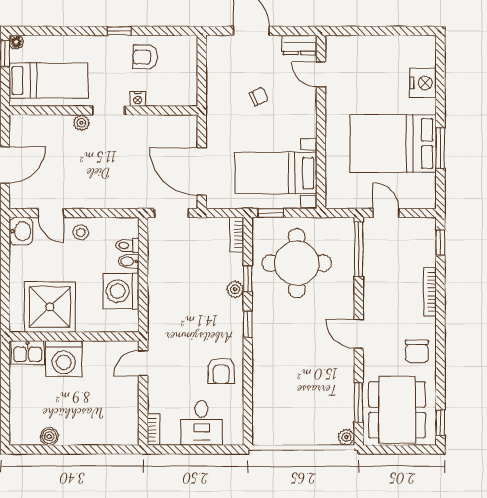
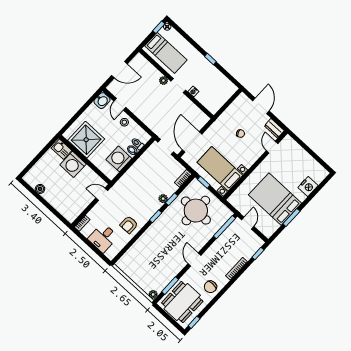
armchair: (145, 57) -> (211, 78), removed

